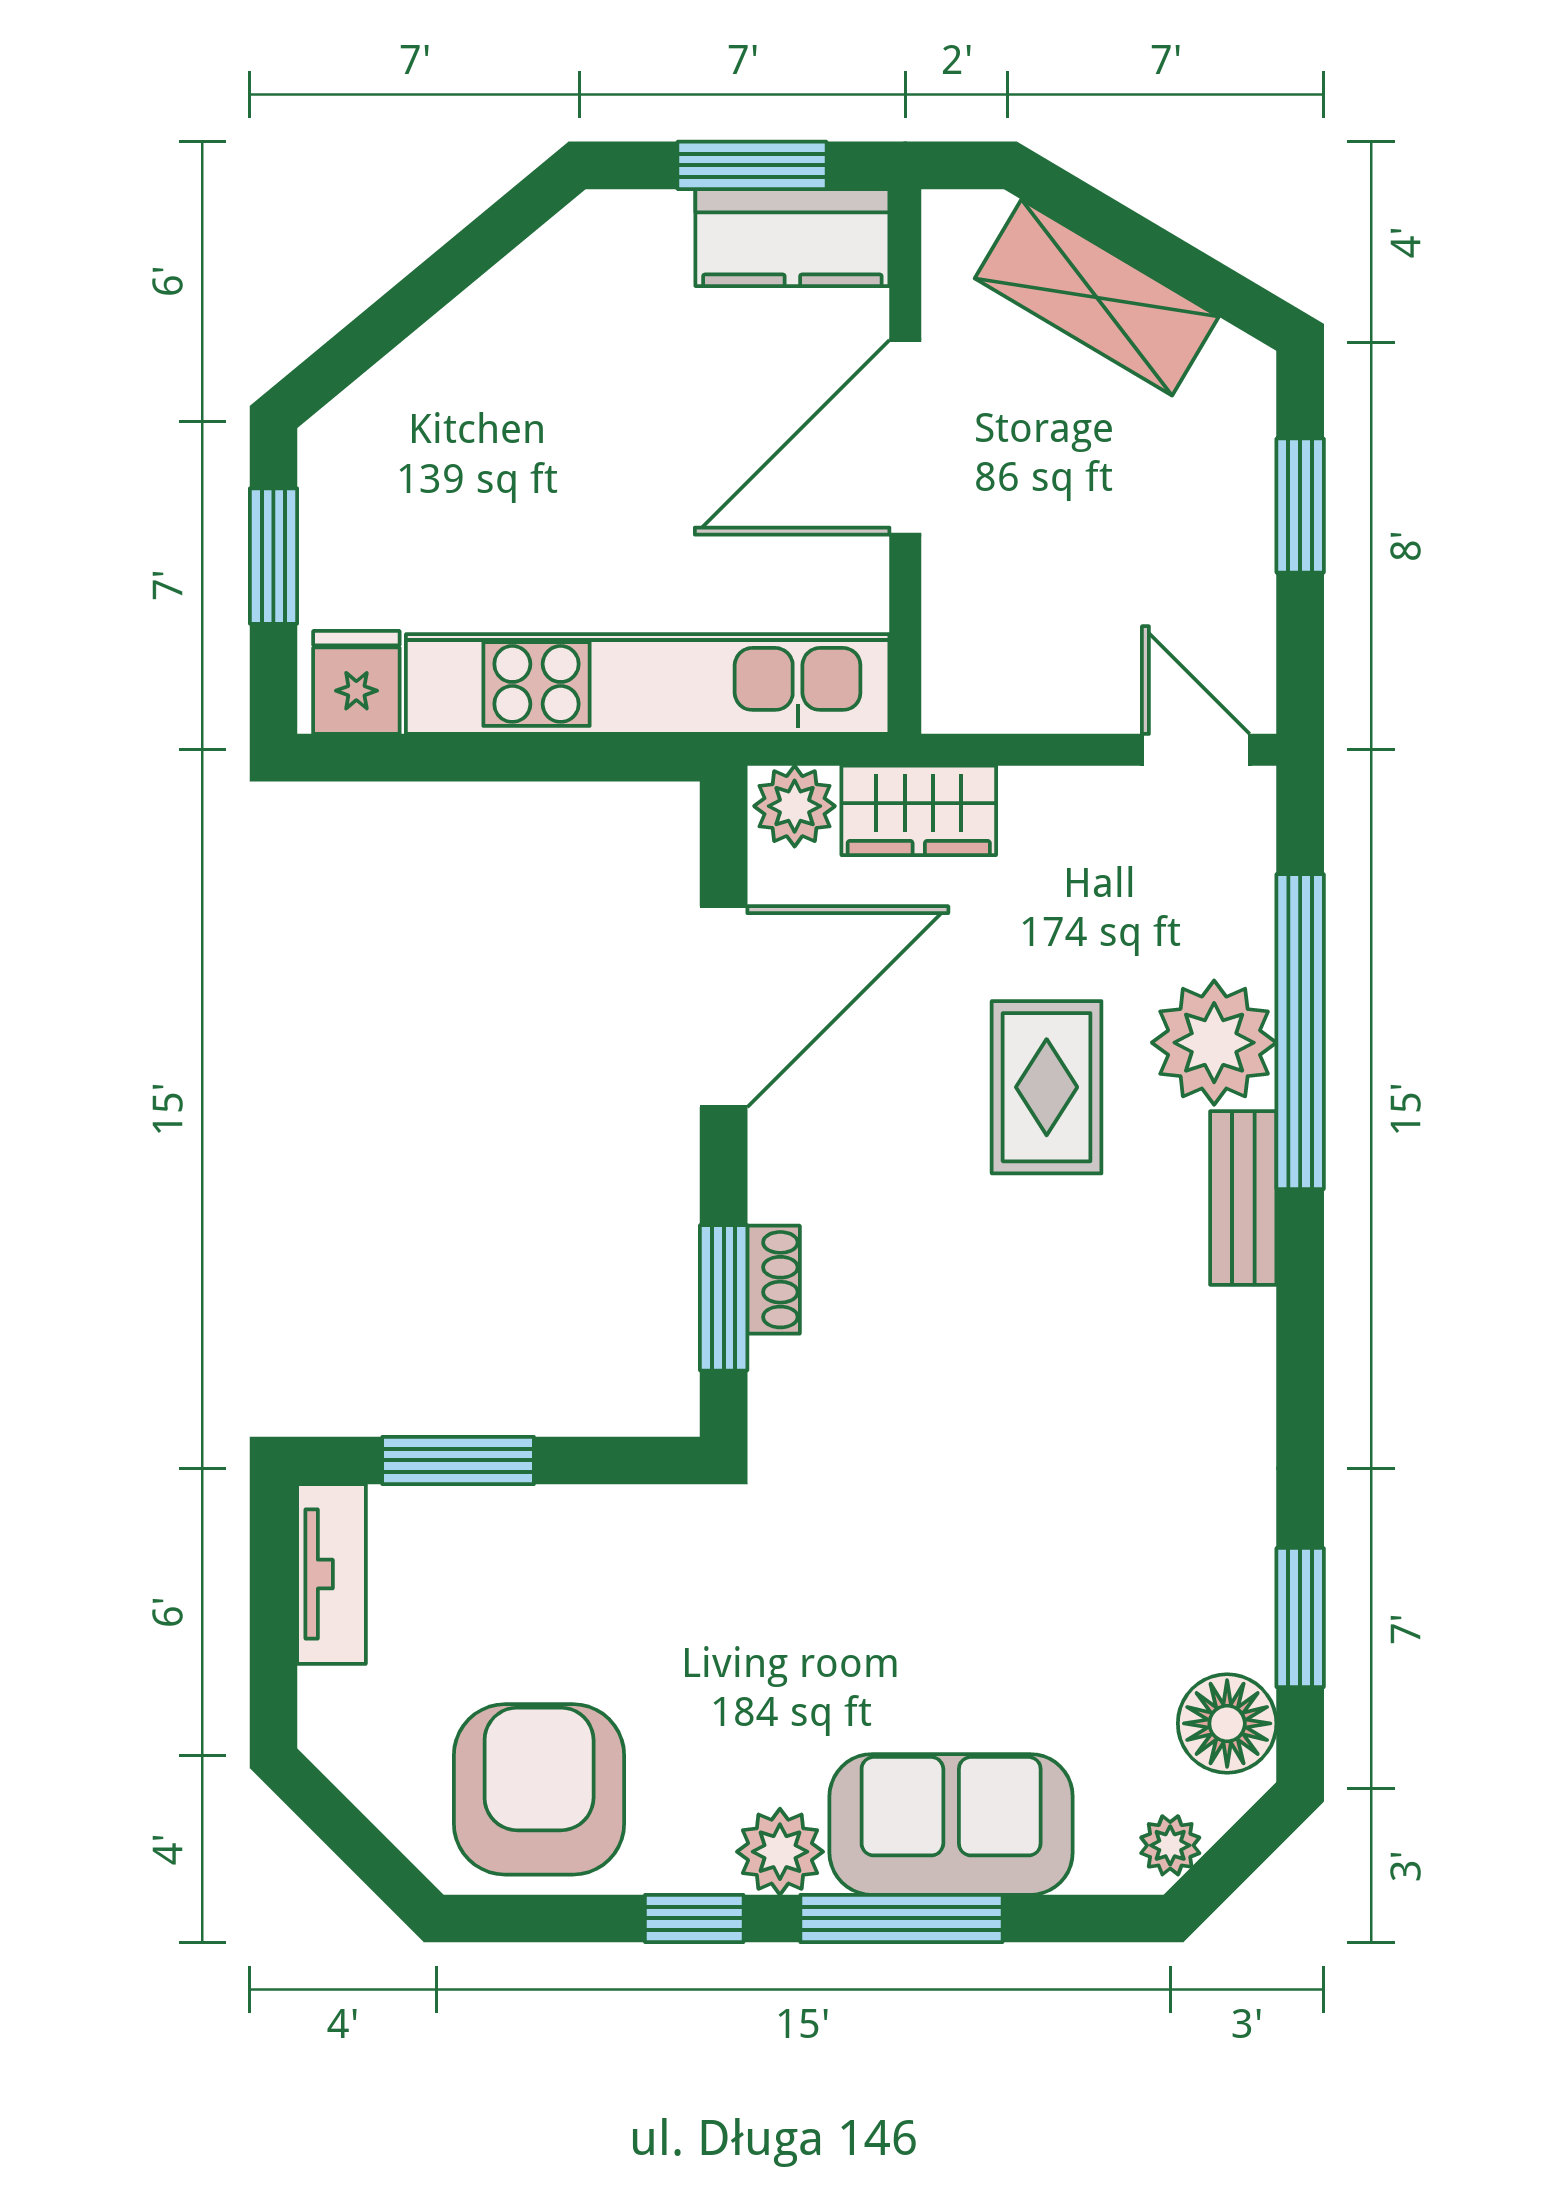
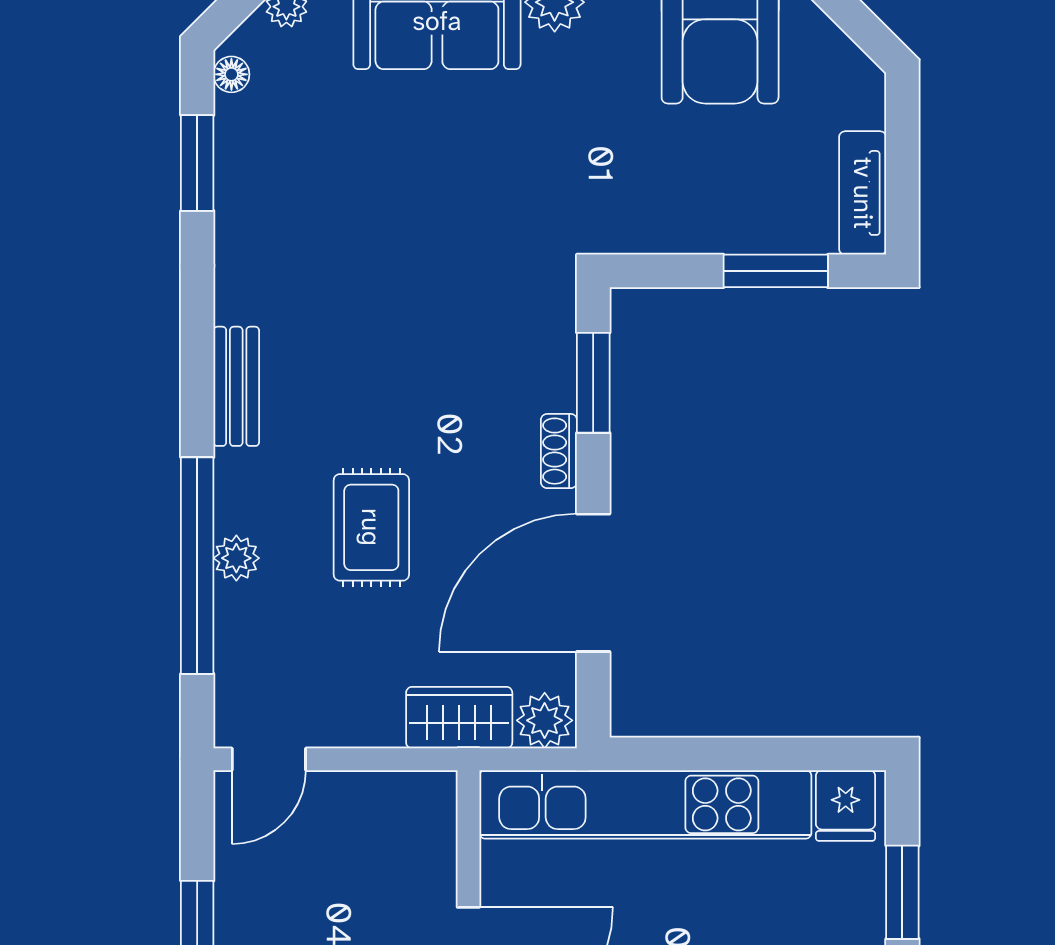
door: (1196, 750) -> (269, 759), hinge flipped
plant: (1214, 1043) -> (236, 558), width x0.53, depth x0.53
bench: (1243, 1198) -> (236, 386), moved
shoe rack: (774, 1280) -> (559, 451), moved
floor lamp: (1227, 1723) -> (231, 74), width x0.53, depth x0.53

